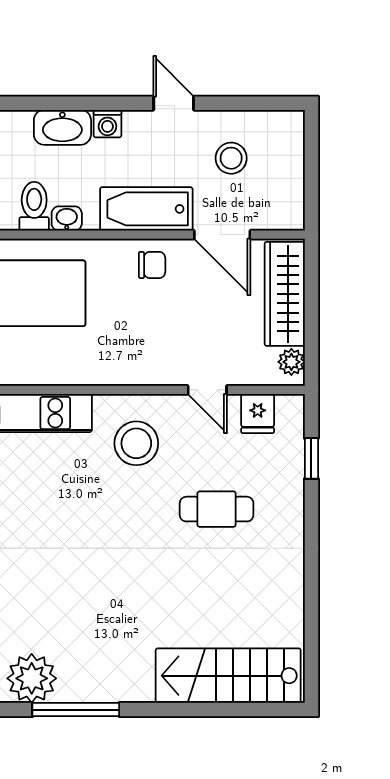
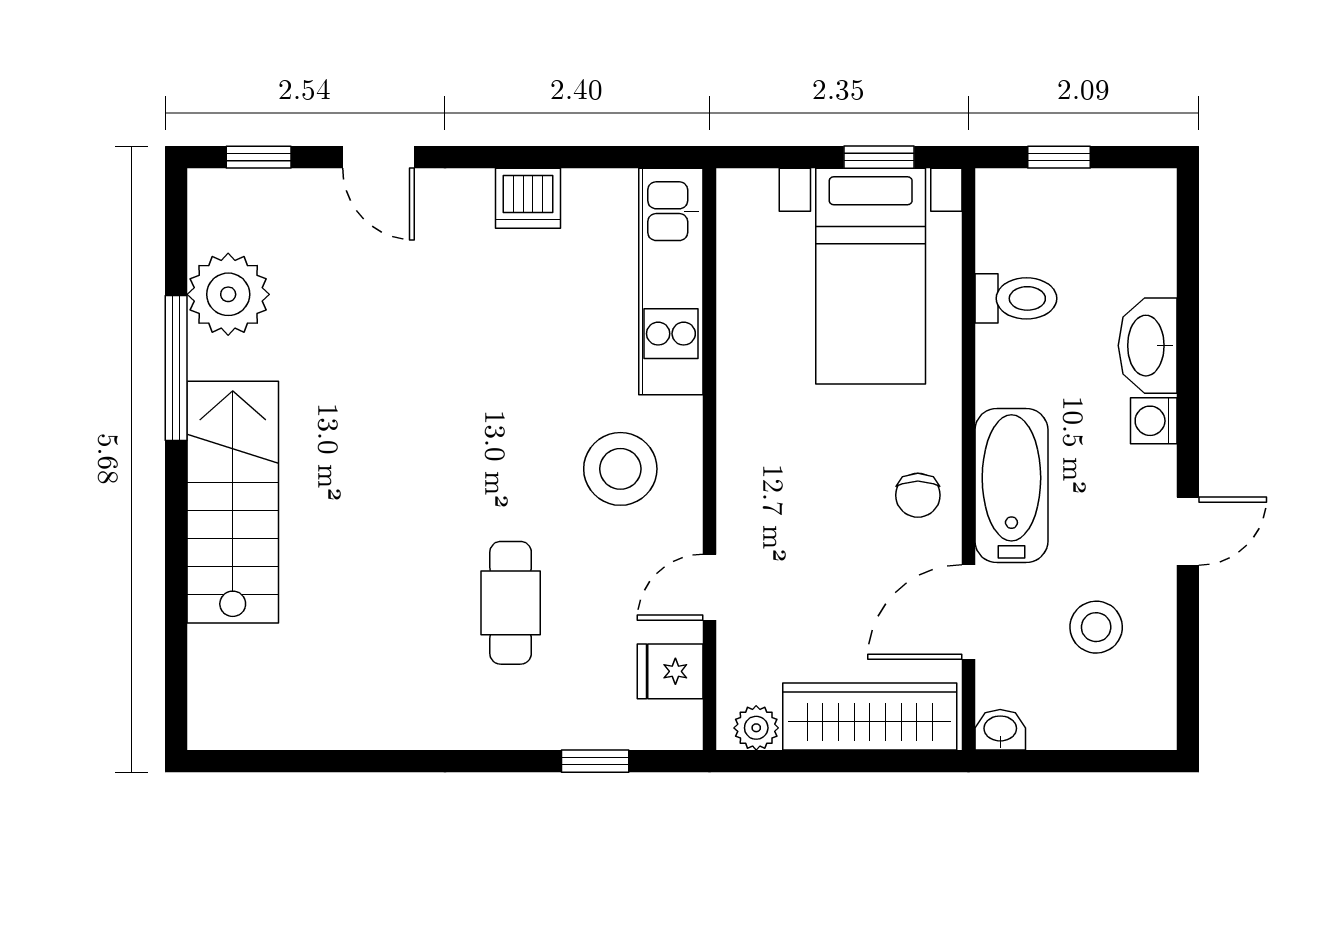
washbasin: (67, 219) -> (1000, 730), moved, turned -90
stairs: (228, 676) -> (233, 502), moved

